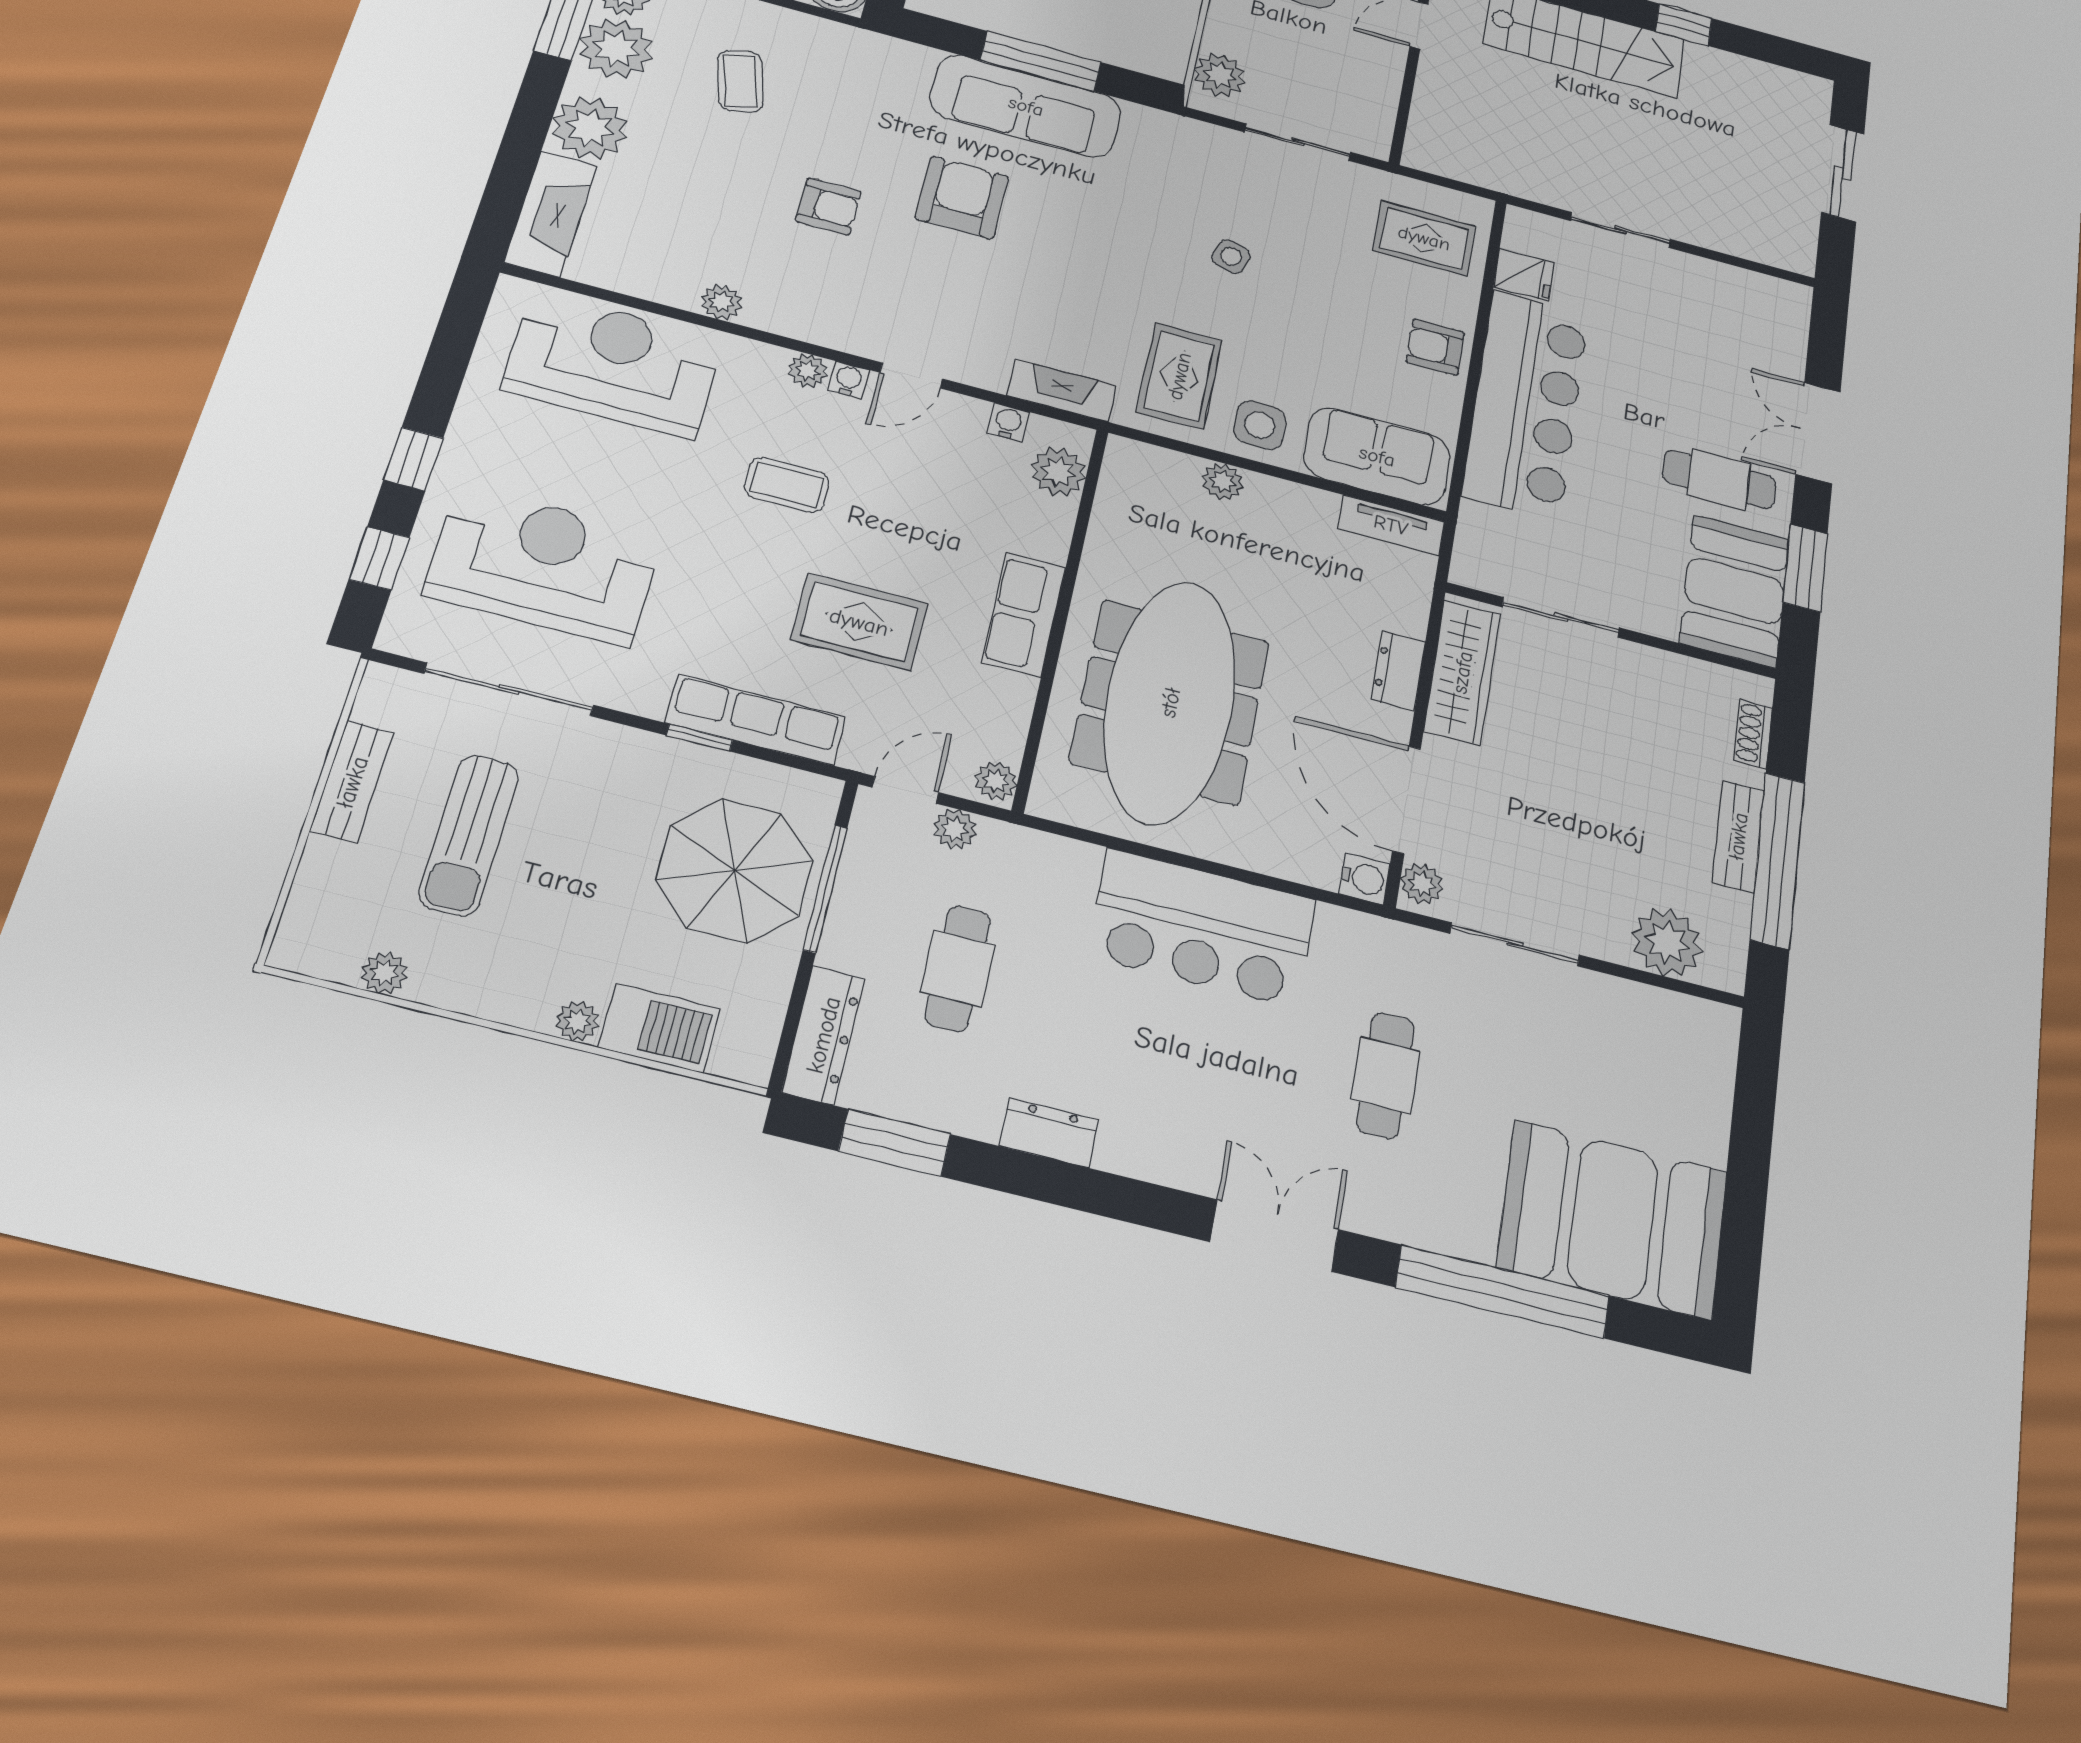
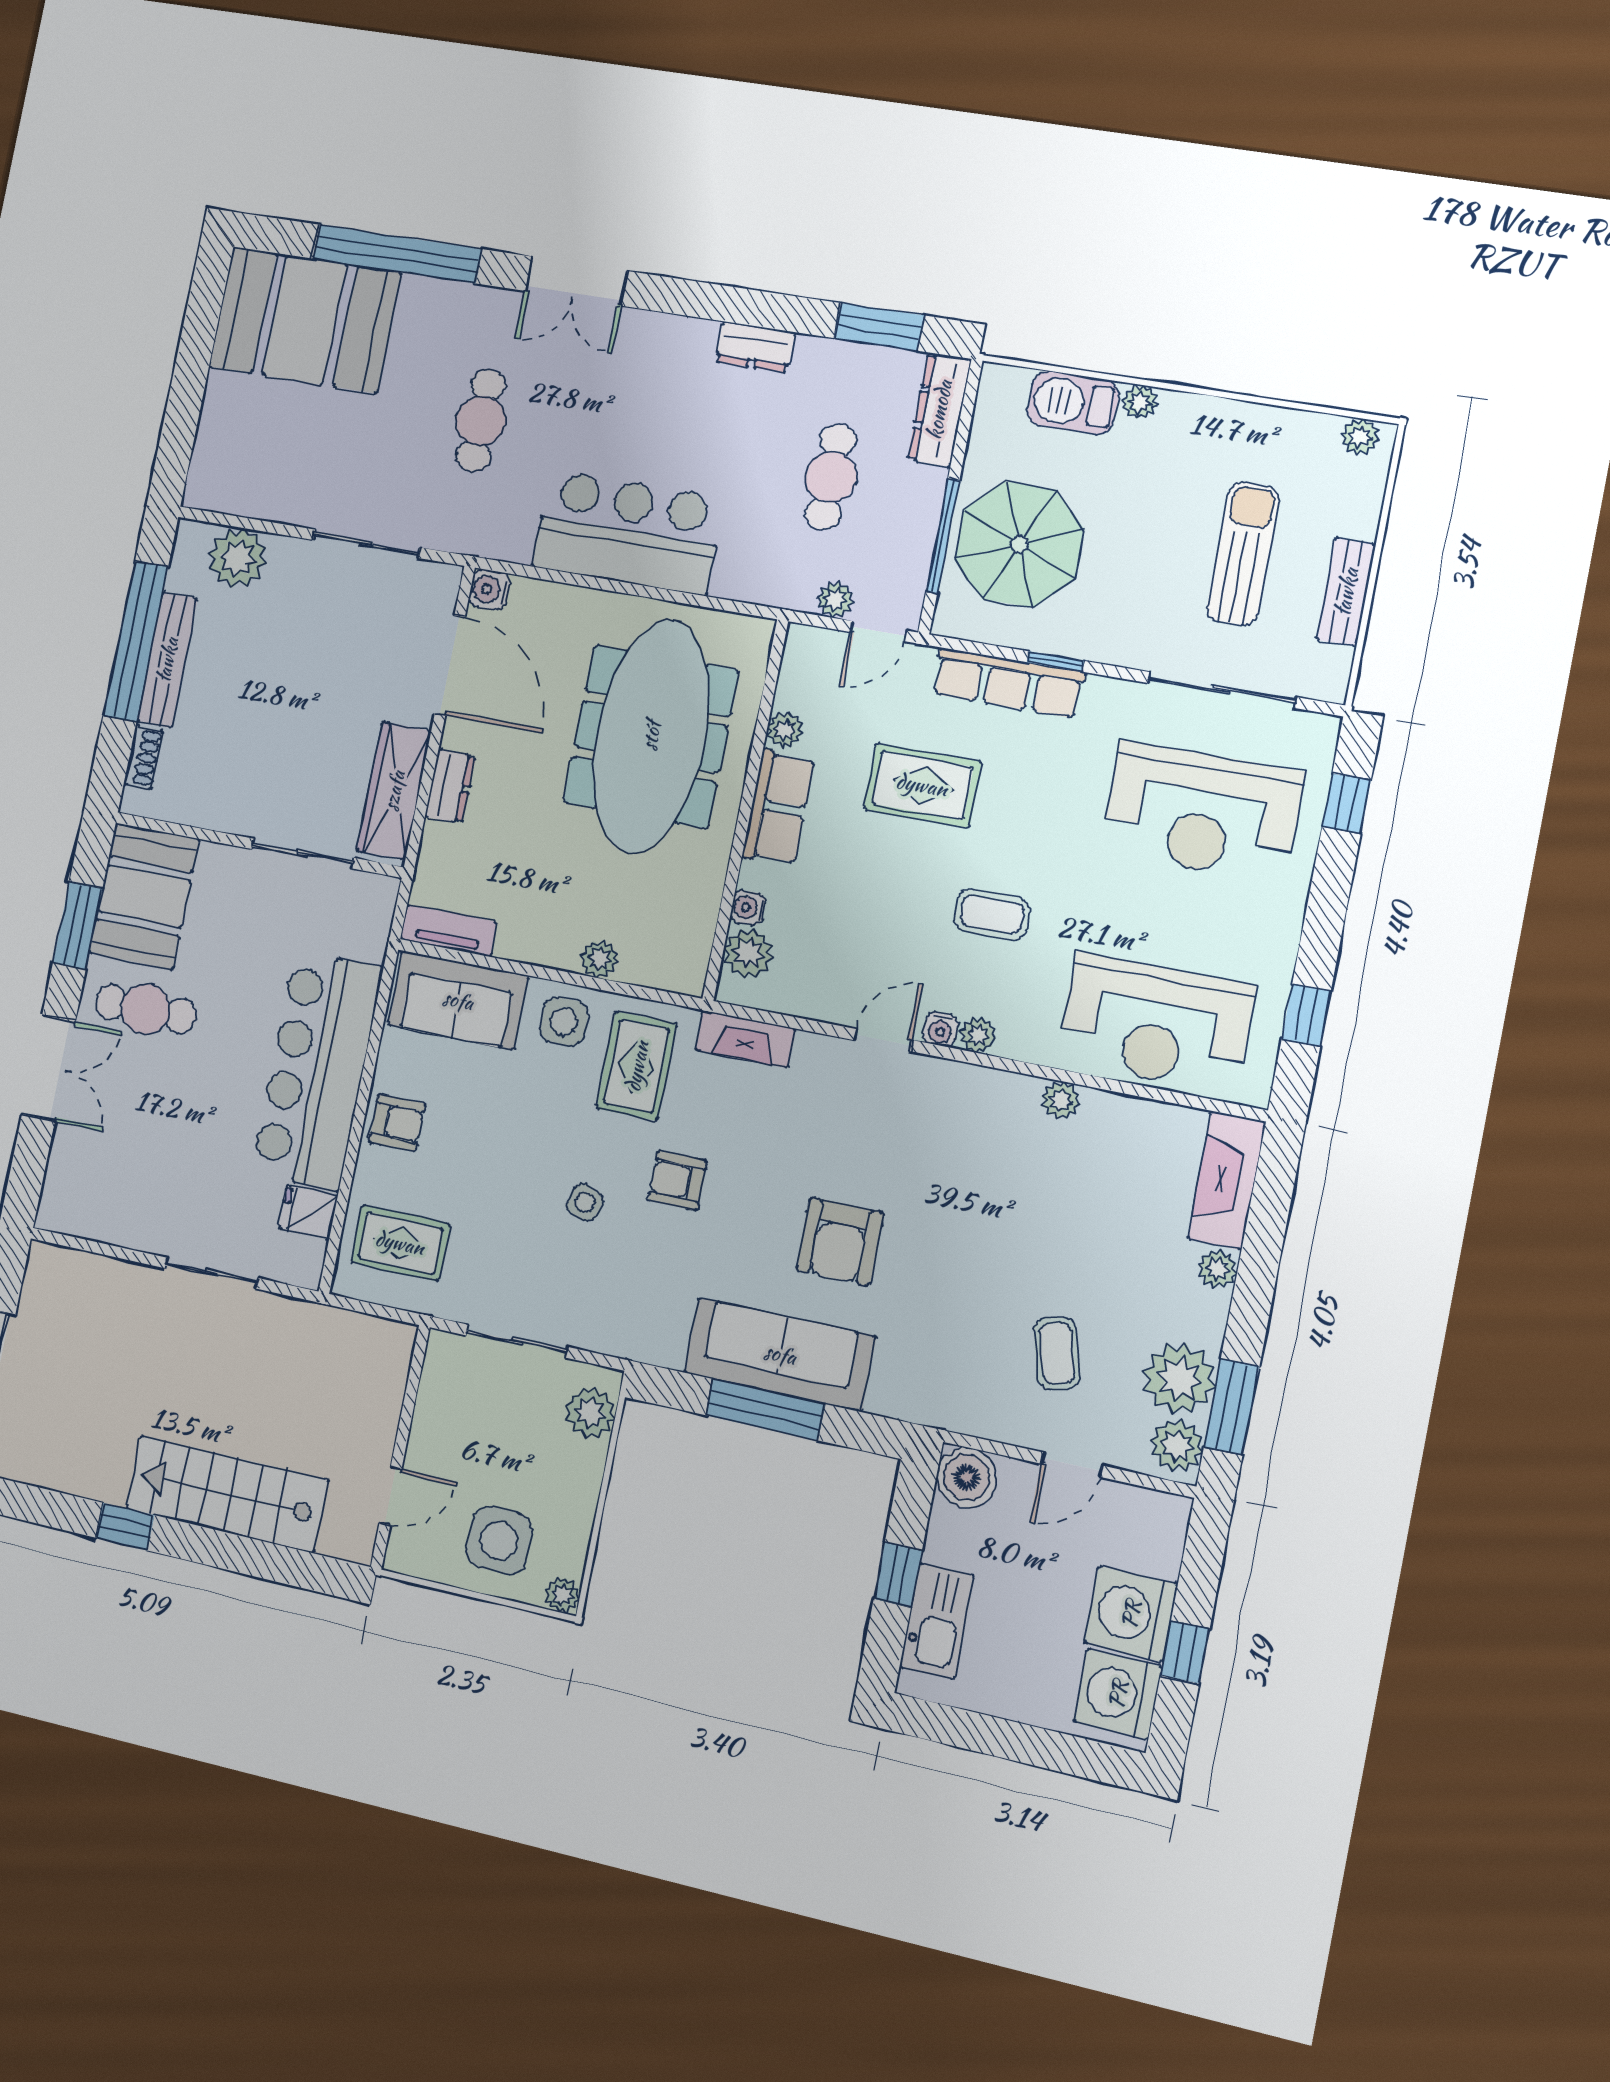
plant: (590, 128) -> (1218, 1269), width x0.53, depth x0.53
armchair: (828, 206) -> (678, 1181), moved
water cooler: (1008, 422) -> (748, 908), moved, turned 90
window: (413, 459) -> (1306, 1015), moved
plant: (996, 781) -> (785, 730), moved
bench: (1738, 836) -> (167, 660), width x1.36
plant: (1422, 884) -> (441, 590), removed
plant: (385, 973) -> (1360, 437), moved

